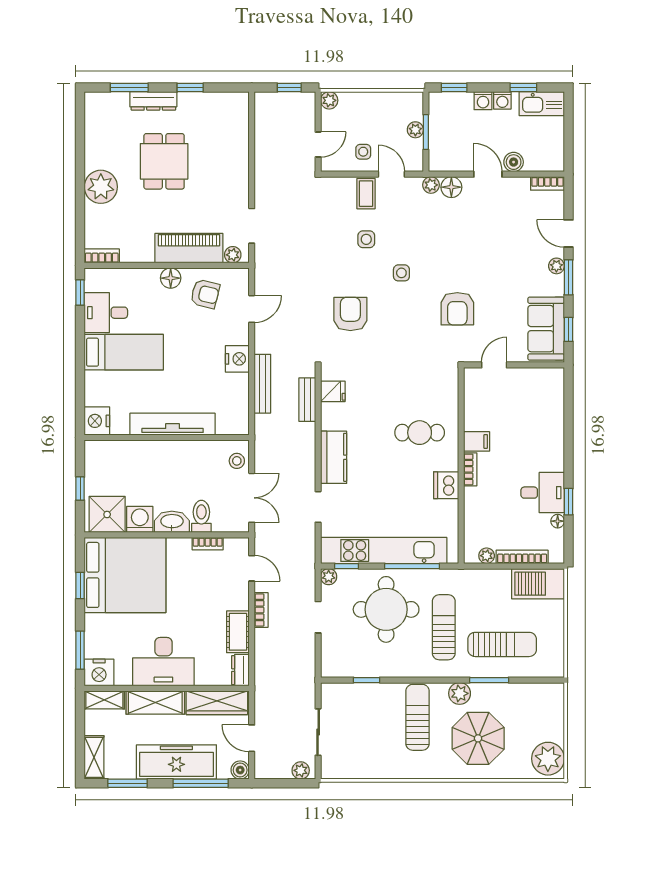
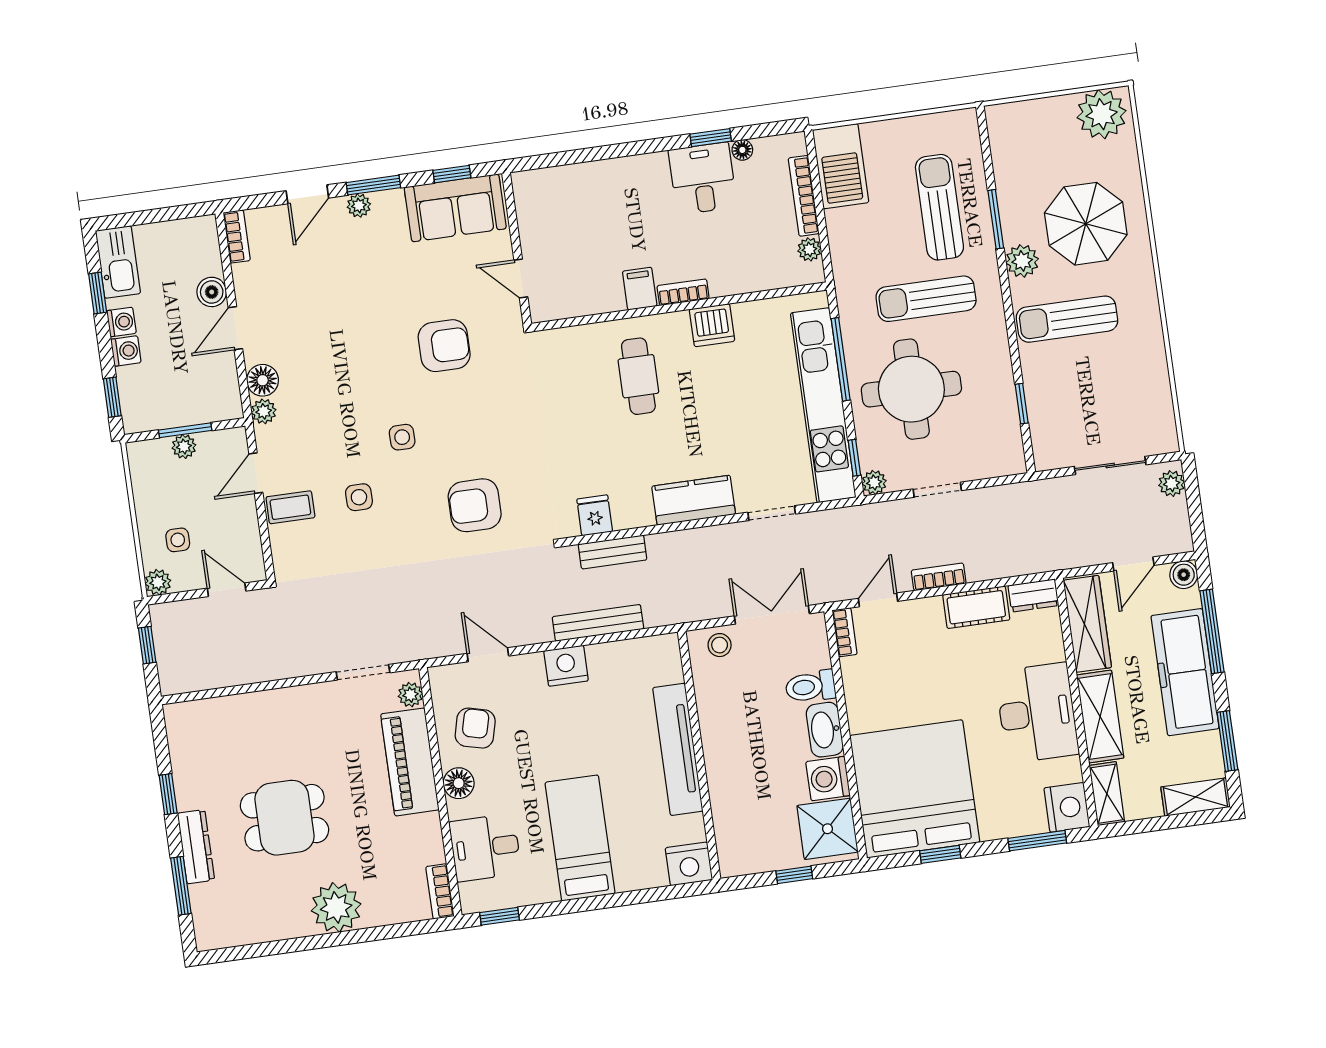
side table: (363, 152) -> (178, 540), moved
desk: (106, 313) -> (485, 848), moved, turned 90
bookcase: (208, 544) -> (845, 632), moved

